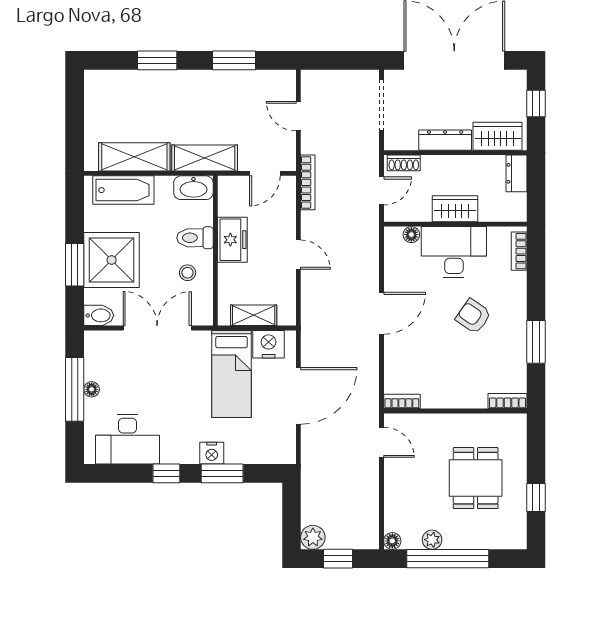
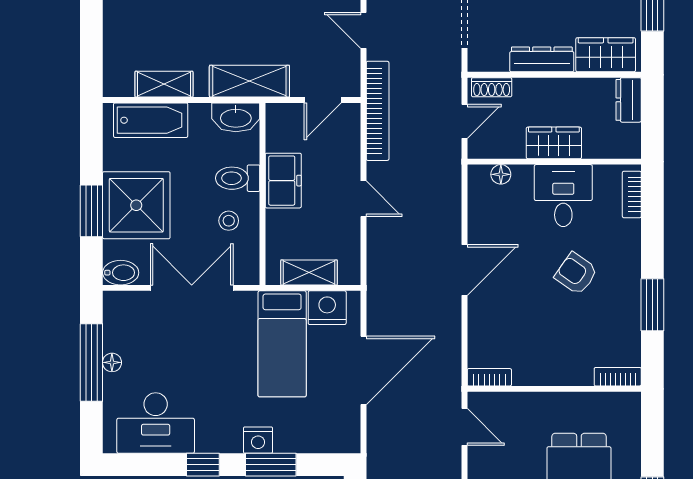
shelving: (134, 157) -> (164, 84), width x0.67, depth x0.75
bookcase: (308, 182) -> (378, 111), width x1.48, depth x1.31
desk: (454, 252) -> (563, 196), width x0.73

